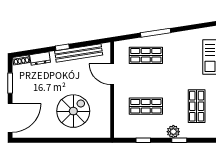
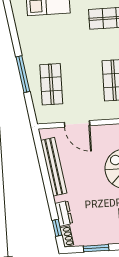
window: (62, 47) -> (57, 228), moved
door: (112, 74) -> (77, 124), hinge flipped

